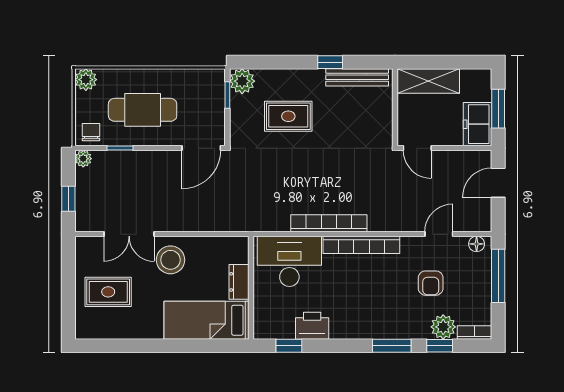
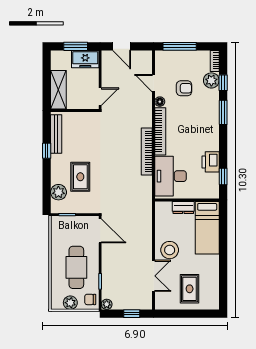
plant: (86, 80) -> (70, 303), moved
plant: (242, 81) -> (58, 192), moved
floor lamp: (477, 244) -> (160, 102), moved

